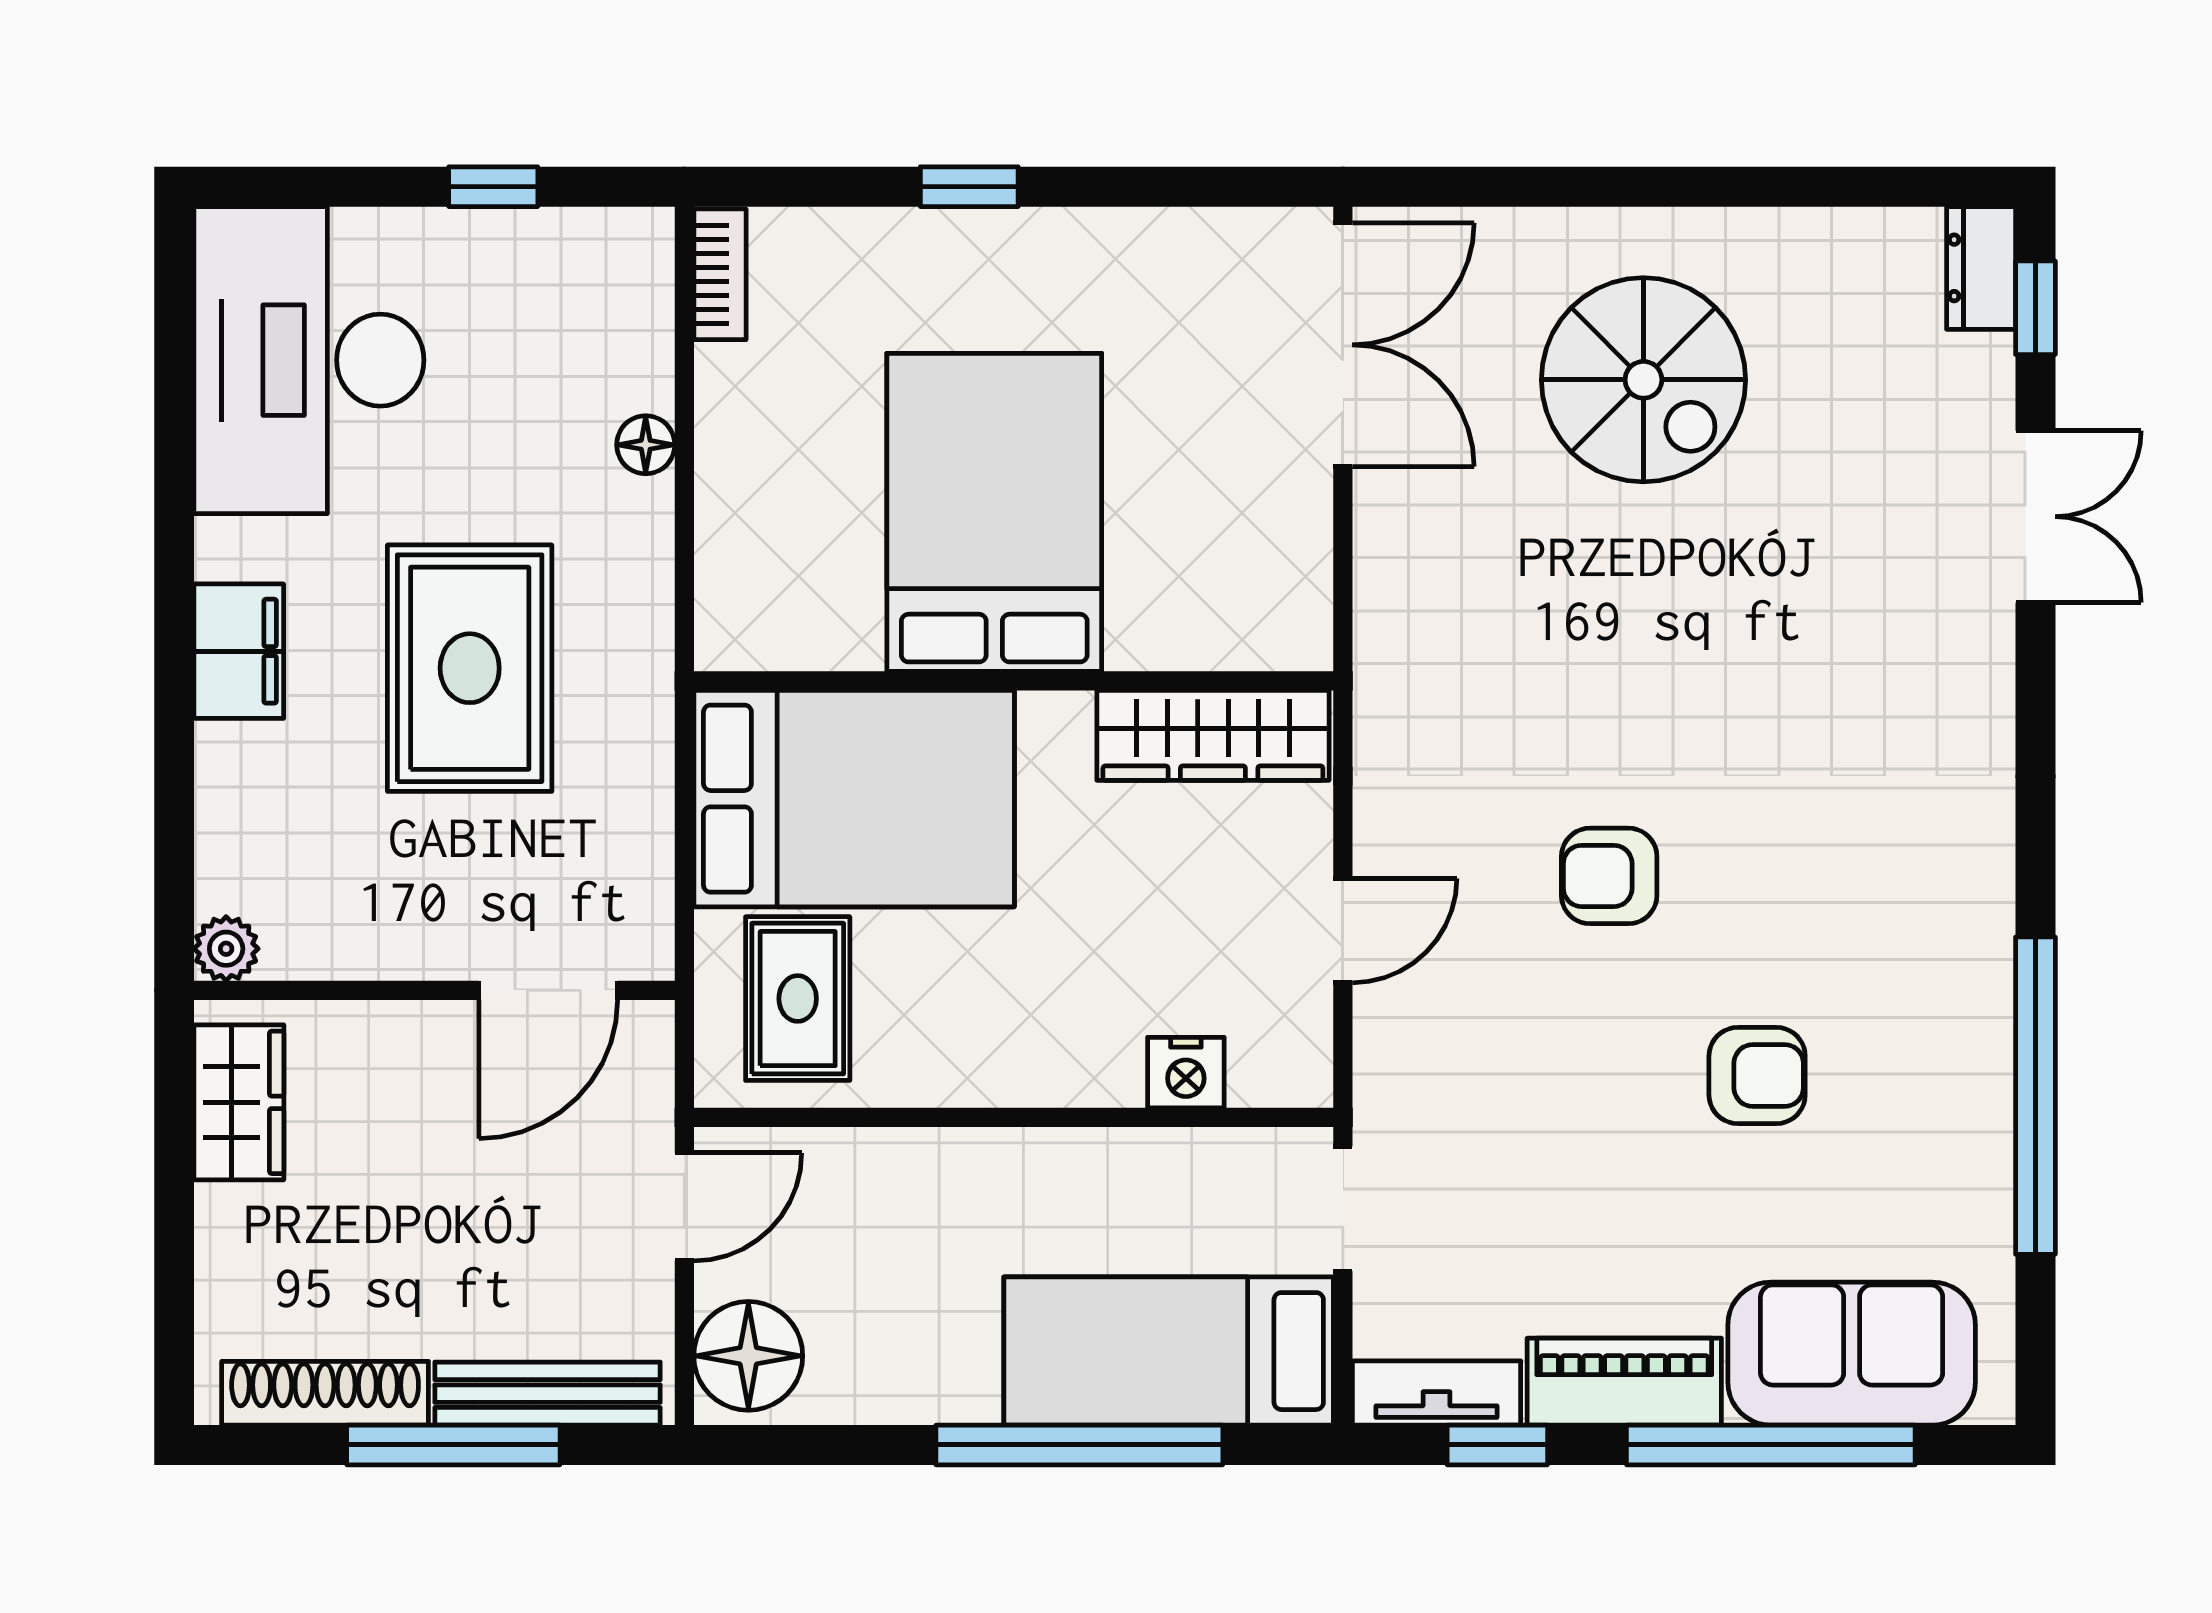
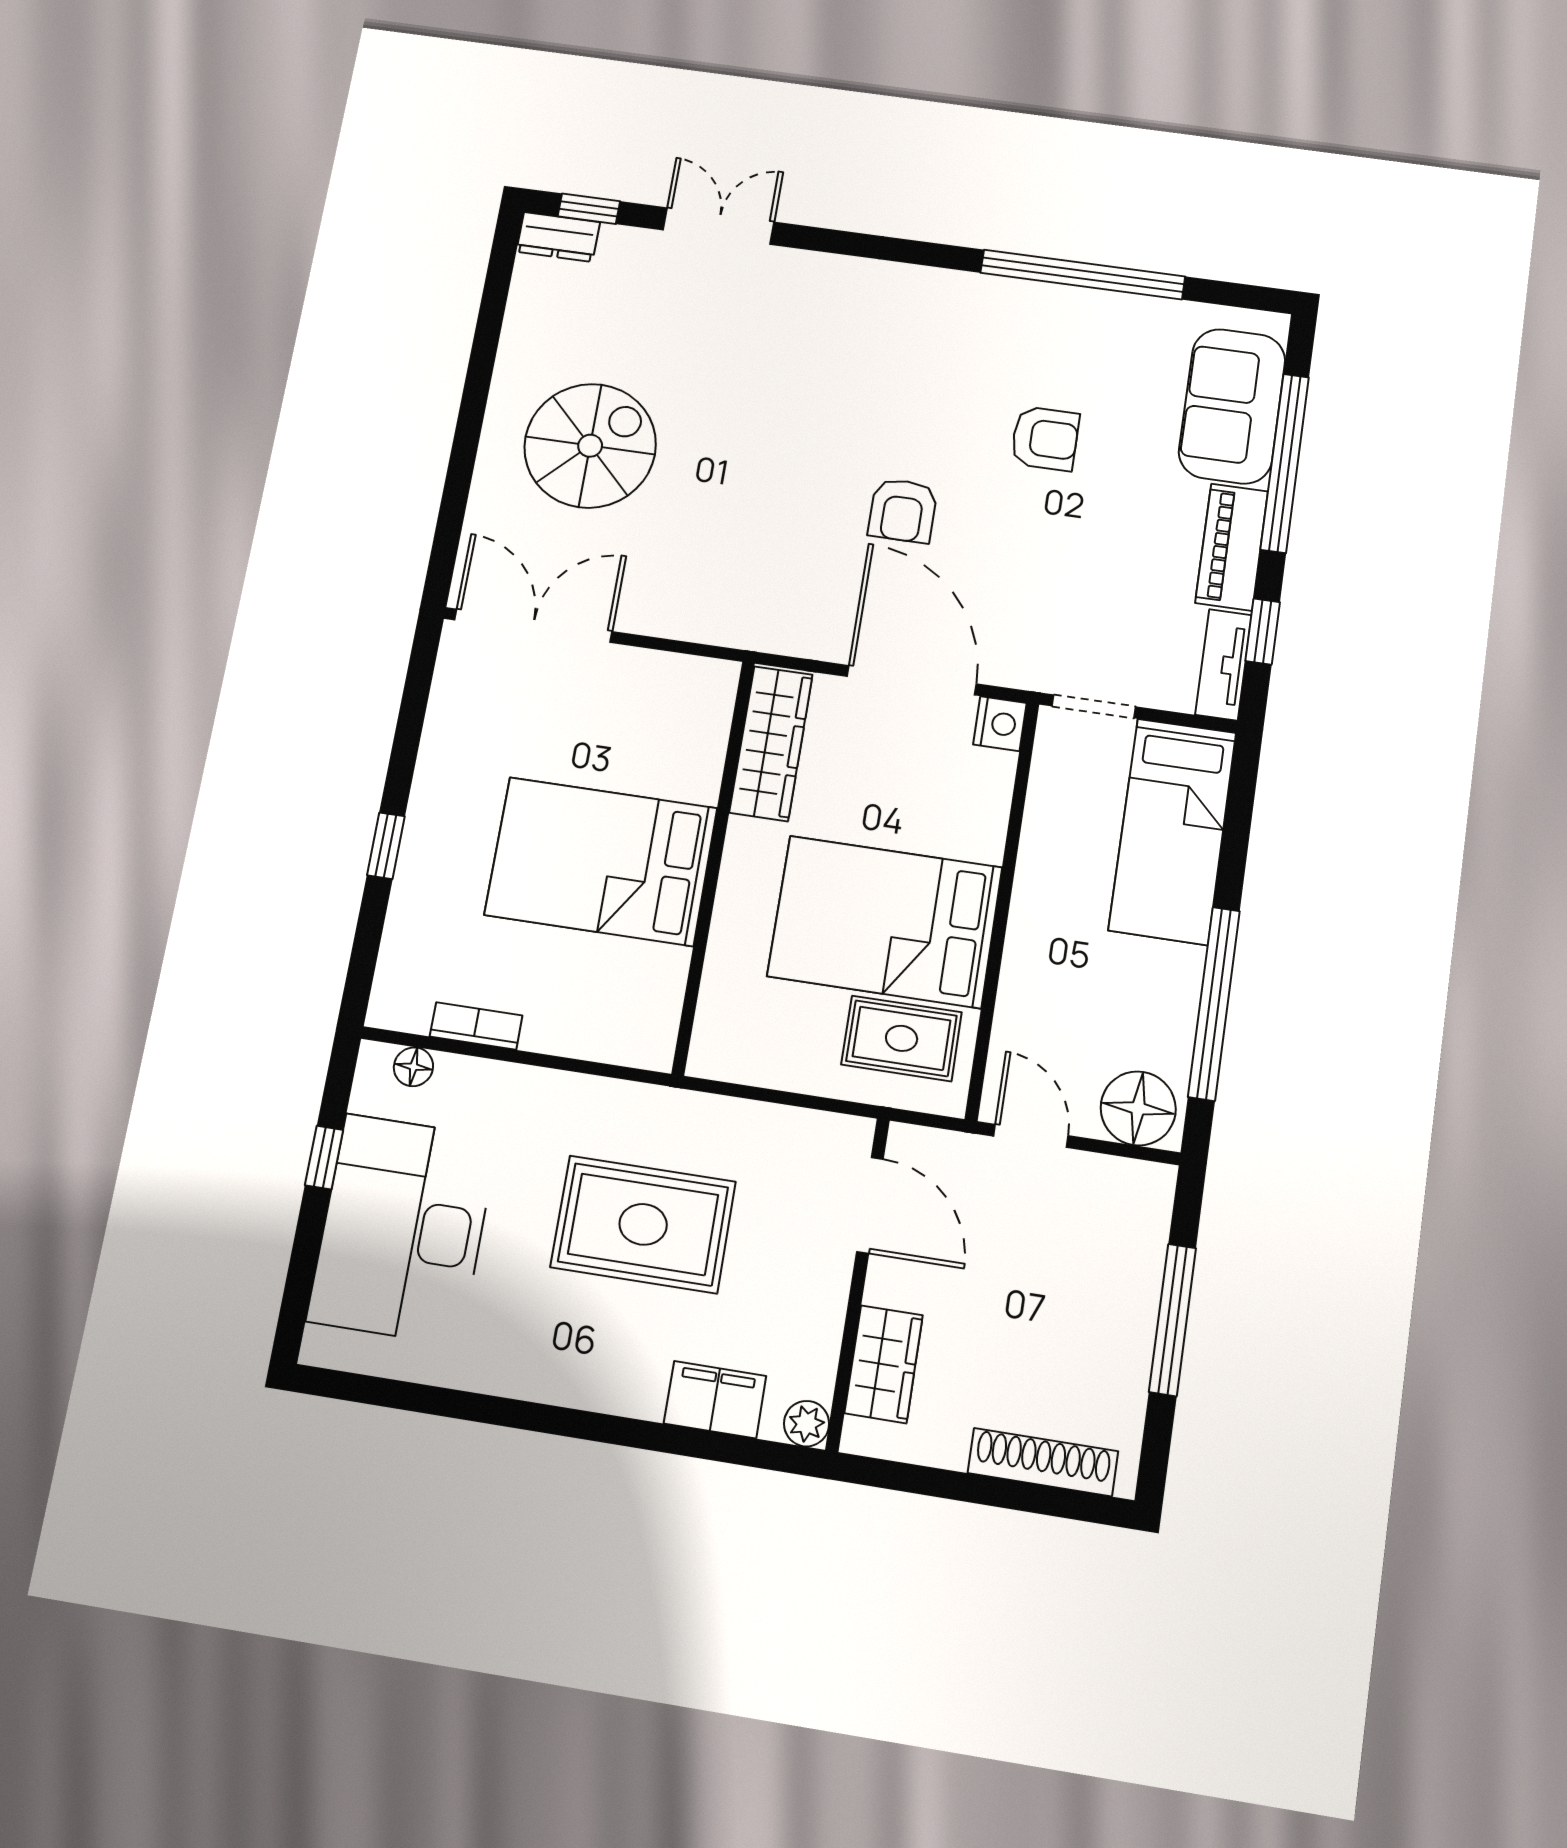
bookcase: (720, 274) -> (476, 1026), moved
desk: (309, 360) -> (403, 1229), moved, turned 90
floor lamp: (646, 445) -> (413, 1067), moved
filing cabinet: (239, 651) -> (715, 1400), moved
bed: (854, 799) -> (885, 922), moved, turned -90
door: (1343, 931) -> (912, 680), width x1.87
nightstand: (1186, 1073) -> (1000, 724), moved
armchair: (1757, 1076) -> (1045, 439), turned 90
wardrobe: (239, 1102) -> (884, 1364), moved, turned 90
shoe rack: (325, 1393) -> (1043, 1462), moved, turned 90
bench: (547, 1394) -> (1146, 1249), removed
window: (1079, 1445) -> (1214, 1003), moved

